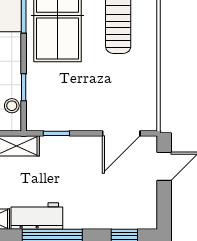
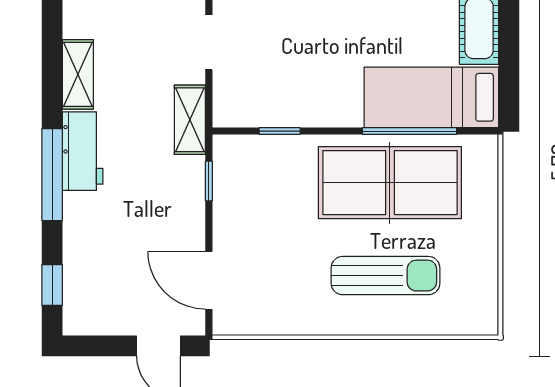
stool: (12, 106) -> (251, 113), removed

